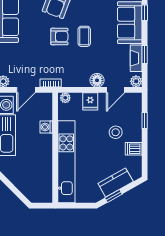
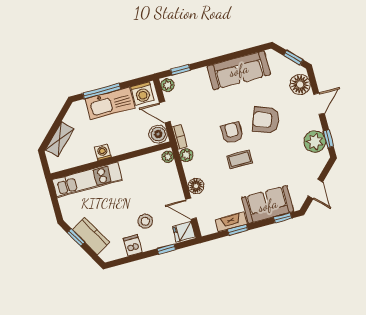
armchair: (59, 37) -> (232, 133), turned 180
plant: (136, 81) -> (186, 155), moved
boiler: (43, 101) -> (158, 134), added
fridge: (90, 101) -> (184, 232), moved
washing machine: (46, 127) -> (103, 152), moved
kitchen unit: (66, 162) -> (87, 180), width x0.73
shelving: (25, 187) -> (60, 139), added

